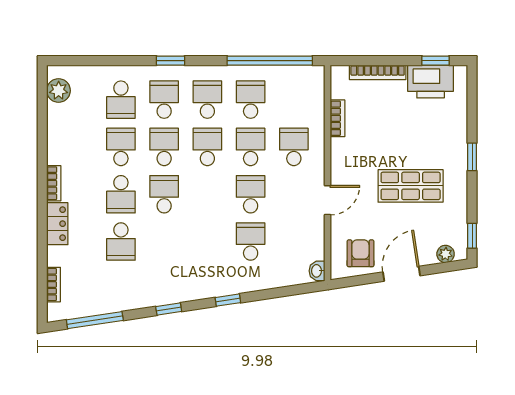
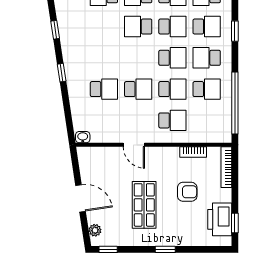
bookcase: (378, 72) -> (226, 167), moved
school desk: (207, 100) -> (207, 58), turned 180
school desk: (164, 194) -> (138, 27), turned 180
armchair: (360, 253) -> (187, 192), moved

